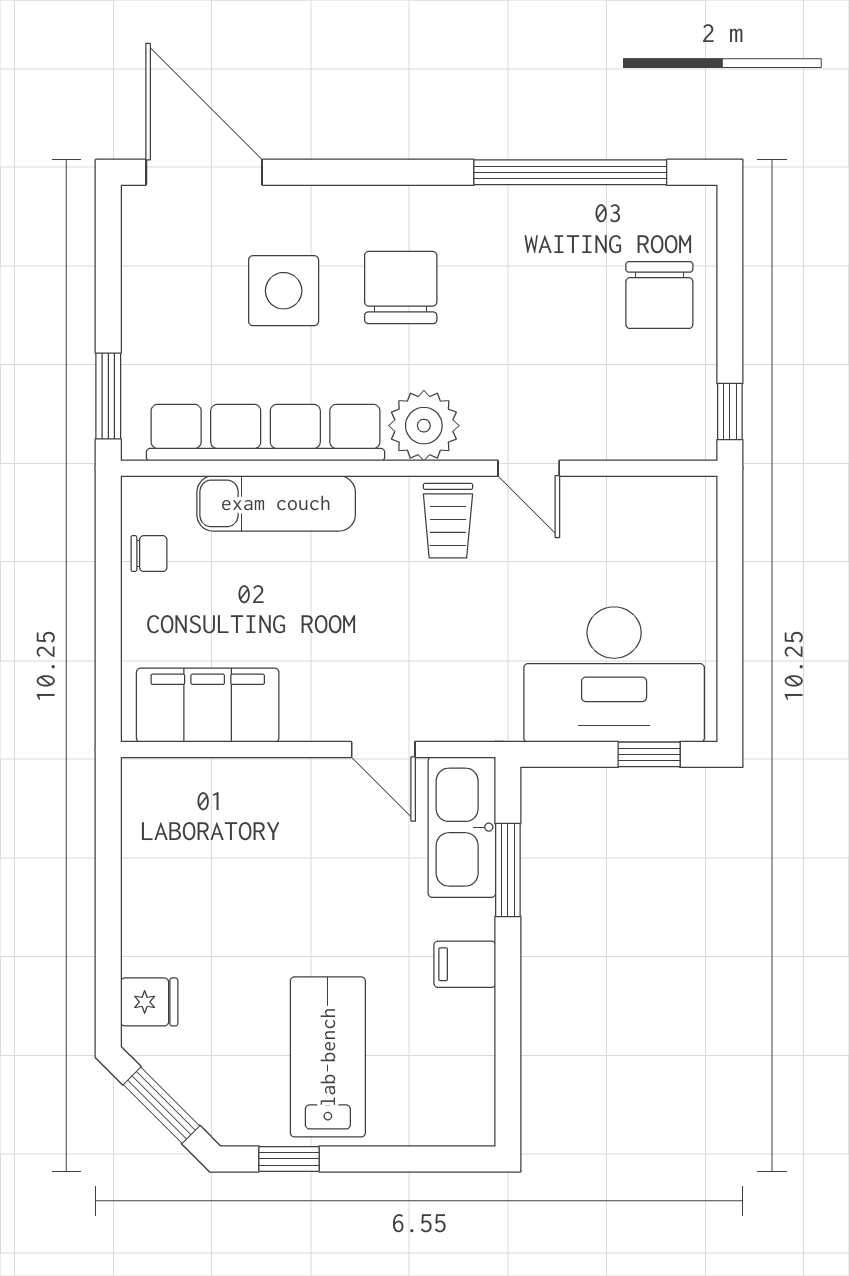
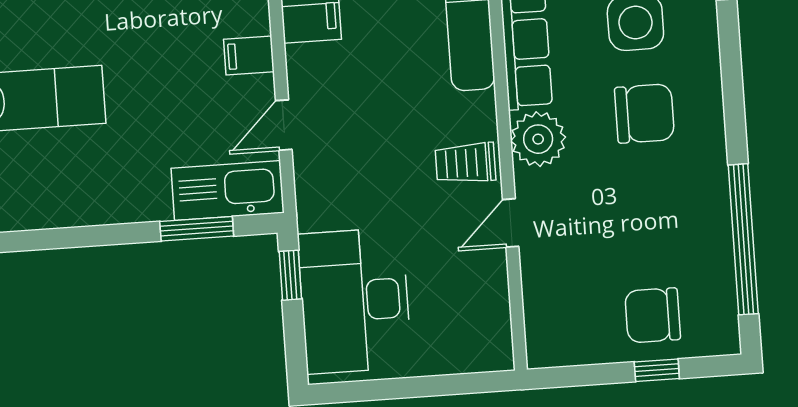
window: (730, 412) -> (657, 370), moved
window: (649, 754) -> (290, 275), moved
filing cabinet: (465, 964) -> (249, 55), moved, turned -90

